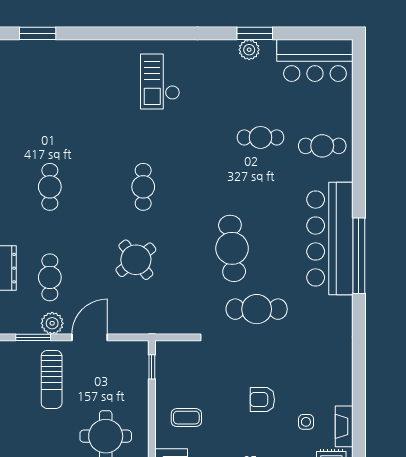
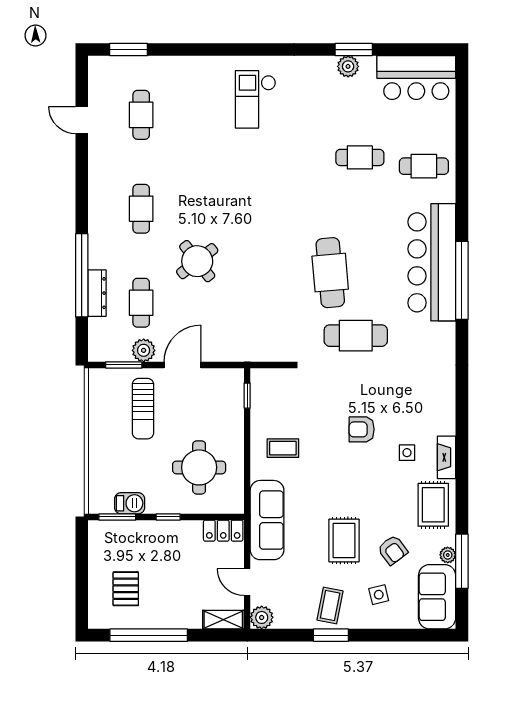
cafe table: (143, 187) -> (141, 115), moved
round table: (136, 260) -> (197, 261), moved

